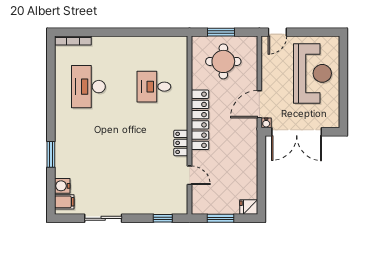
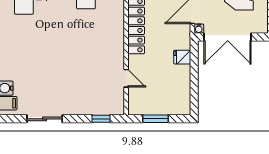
locker: (181, 143) -> (118, 47), removed
fridge: (249, 207) -> (182, 57), moved

